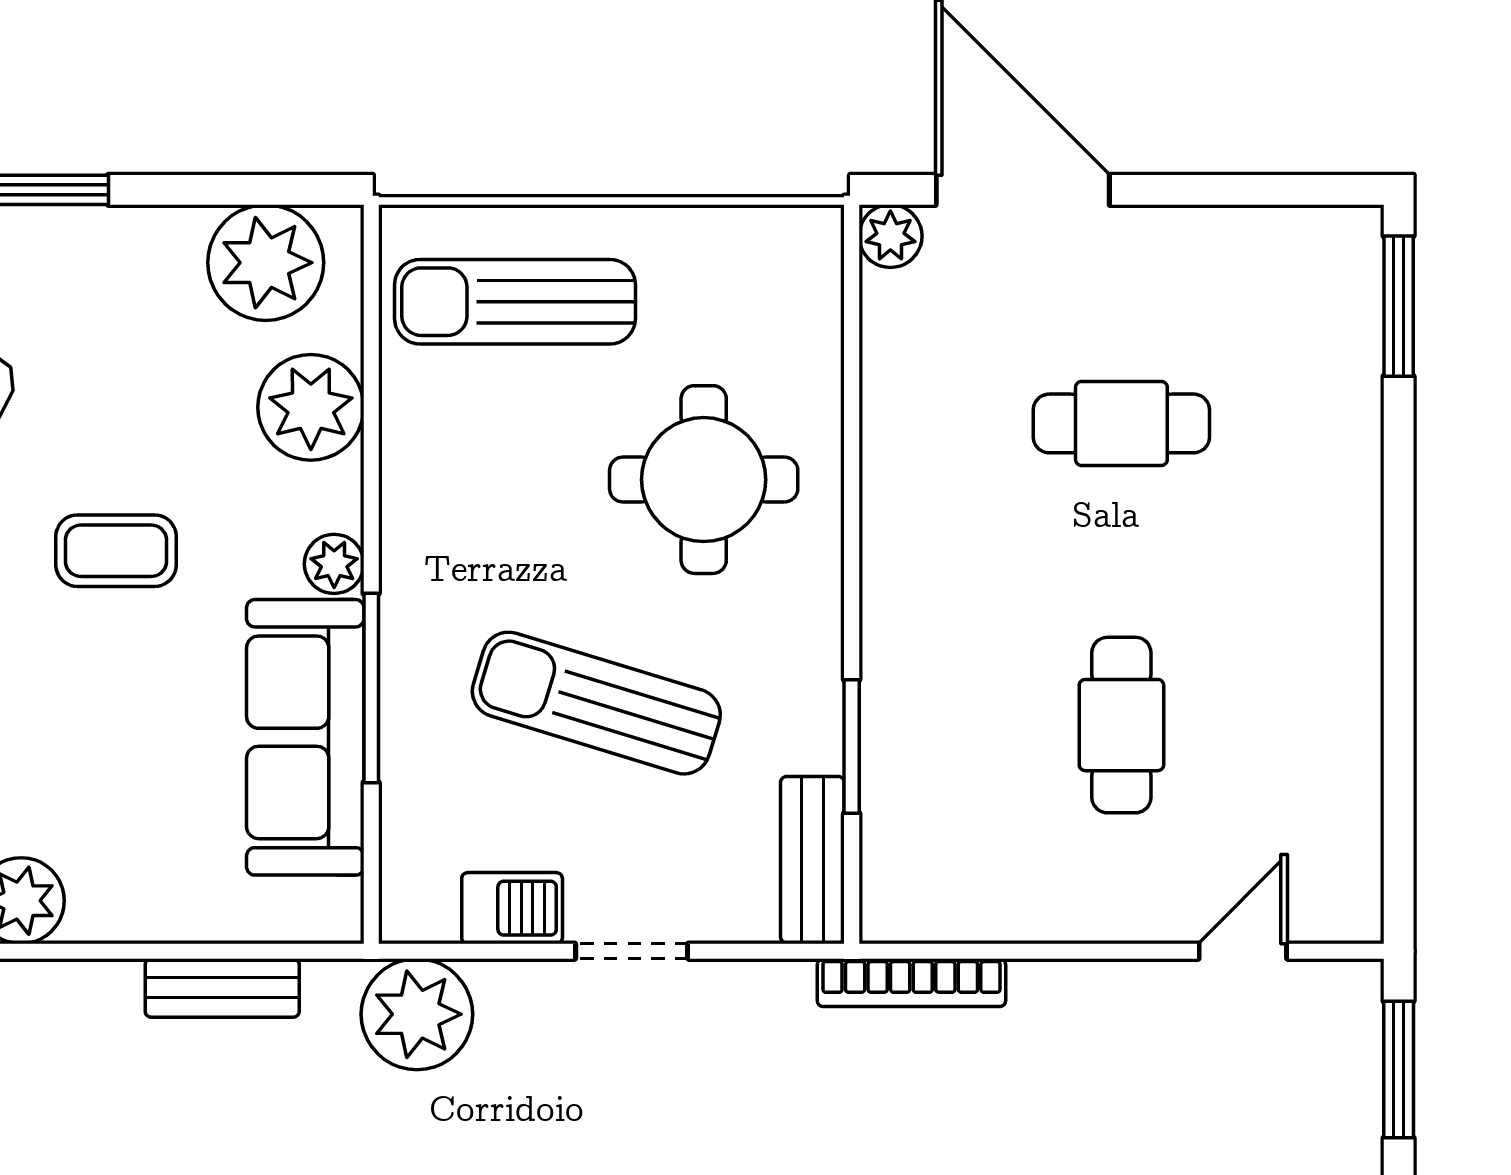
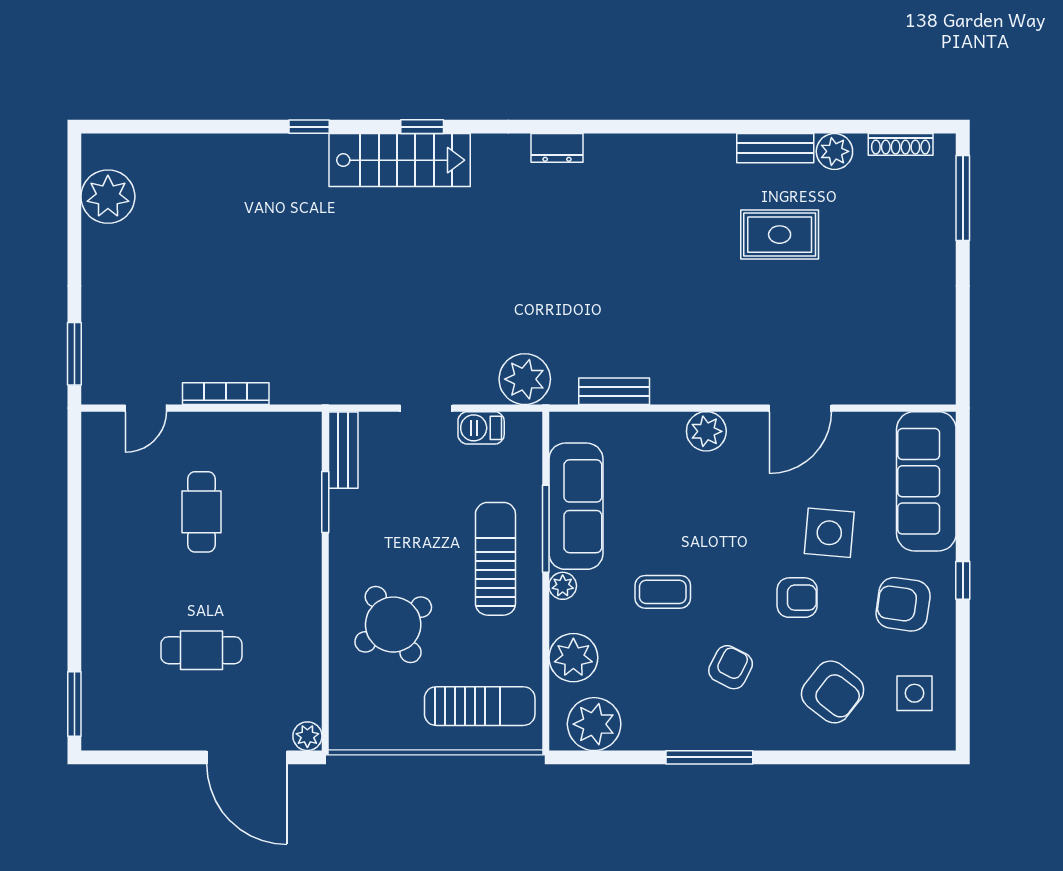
round table: (704, 480) -> (393, 625), turned -32
sun lounger: (596, 703) -> (495, 559), moved, turned -107
bookcase: (911, 983) -> (226, 394), moved

